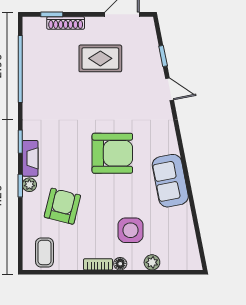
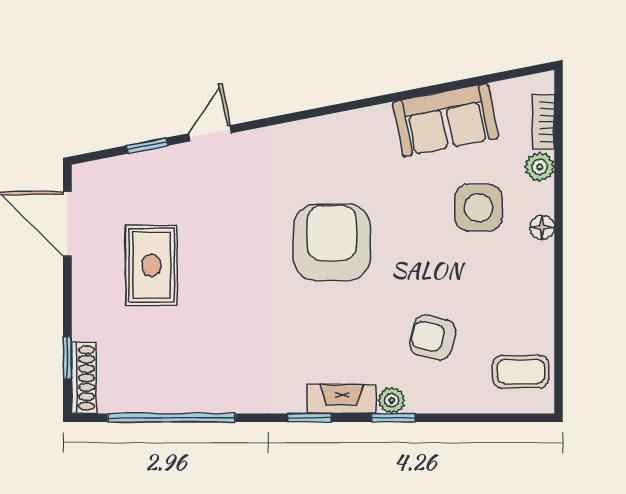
shoe rack: (66, 23) -> (84, 378), moved
sofa: (170, 181) -> (446, 120), moved
armchair: (62, 206) -> (433, 337), width x0.72, depth x0.72
bookcase: (98, 264) -> (543, 122), moved

